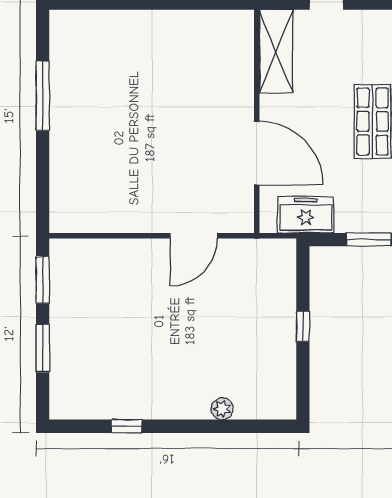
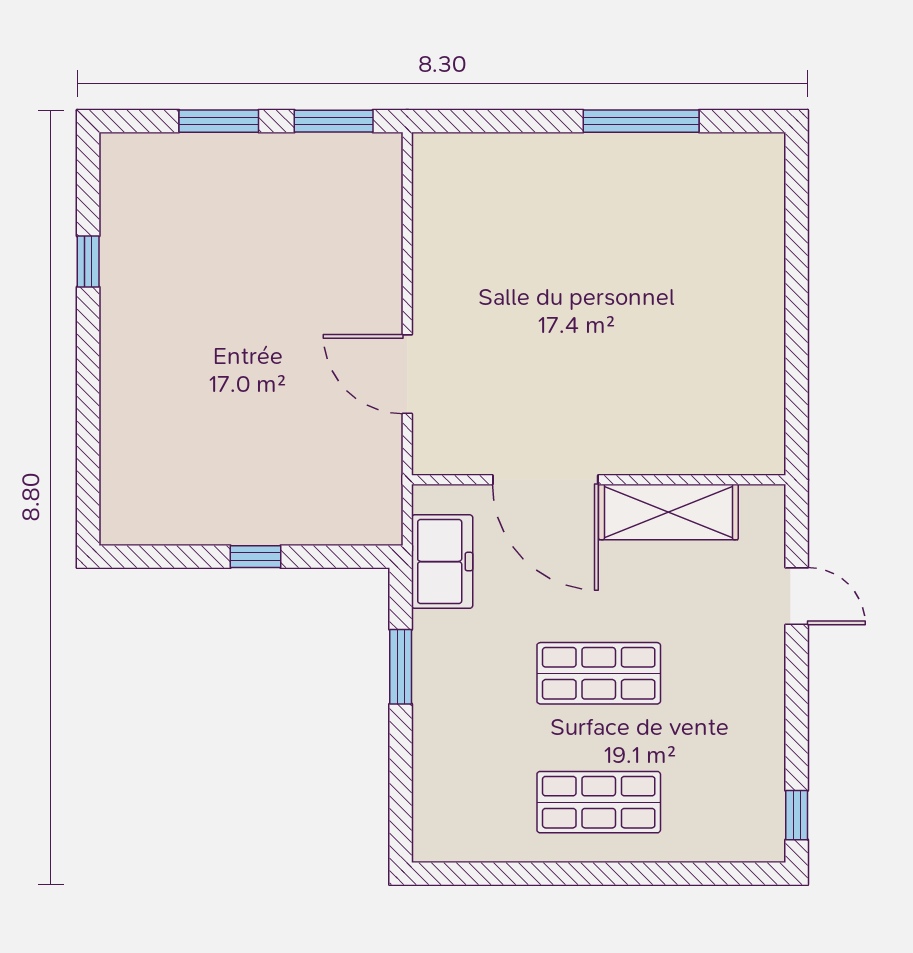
shelving: (276, 51) -> (668, 512), moved
door: (257, 153) -> (545, 480), hinge flipped
plant: (222, 409) -> (118, 422), removed

